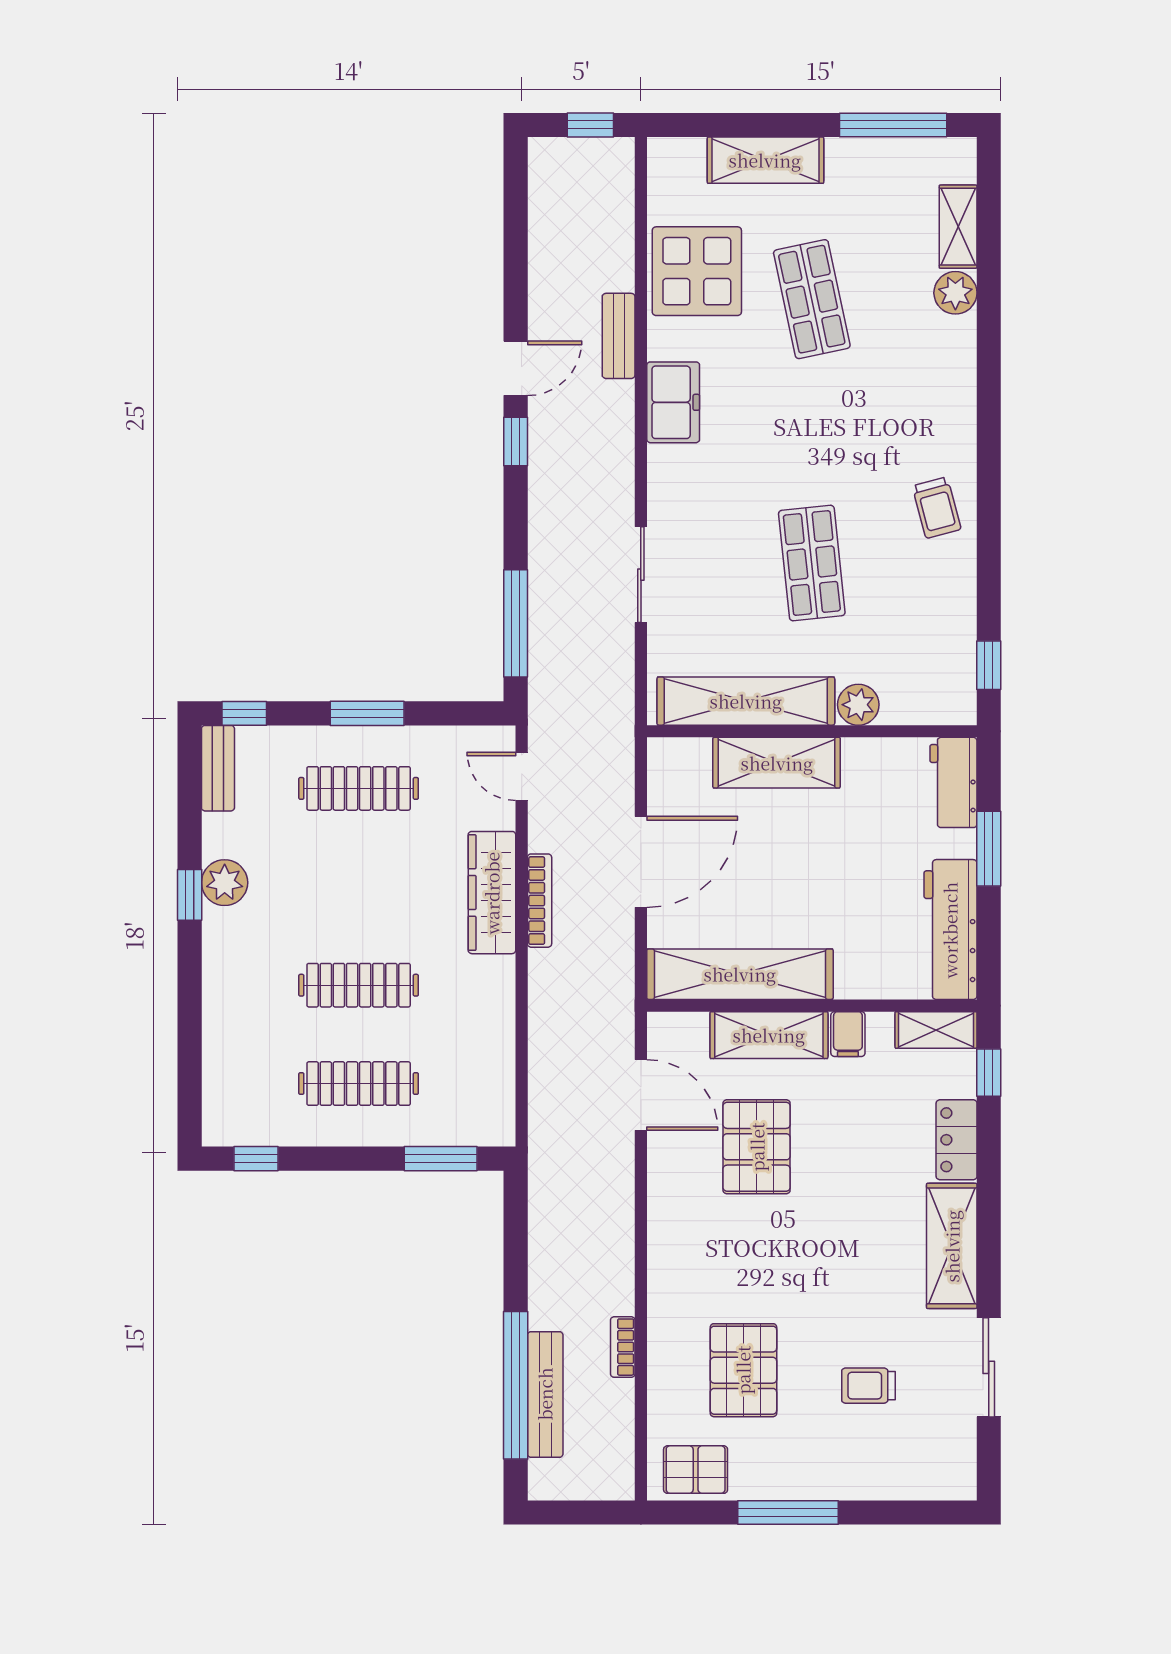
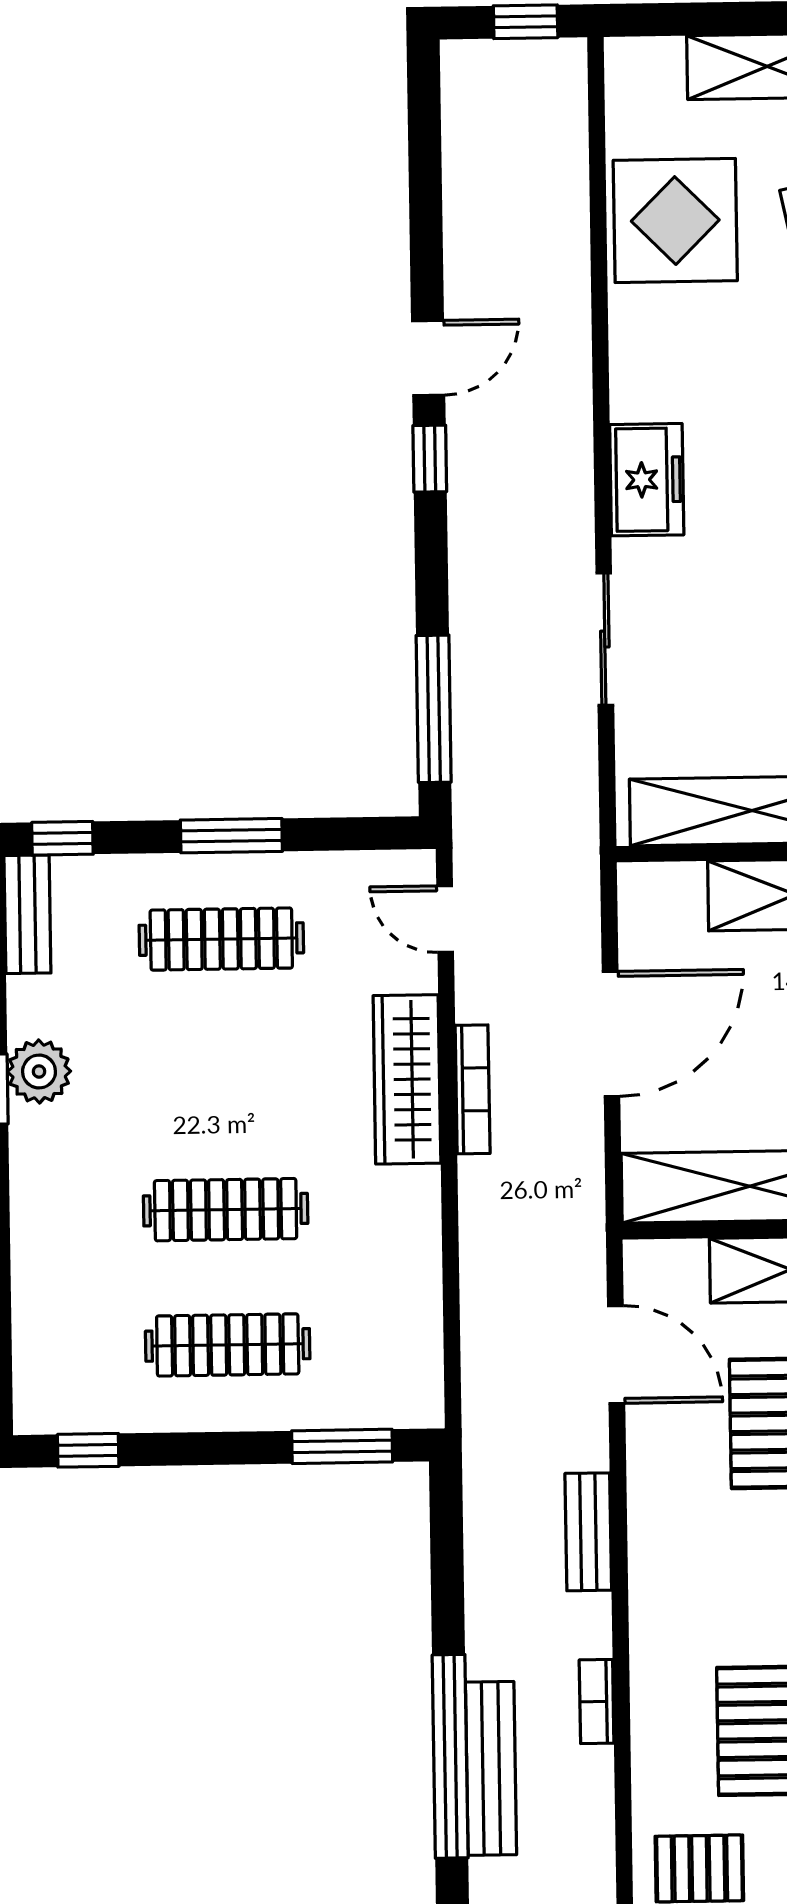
bench: (619, 336) -> (588, 1532), moved
freezer: (673, 402) -> (647, 480), moved

